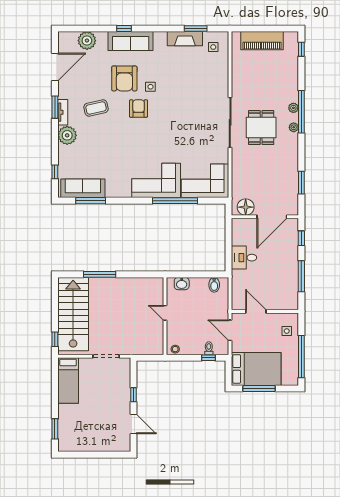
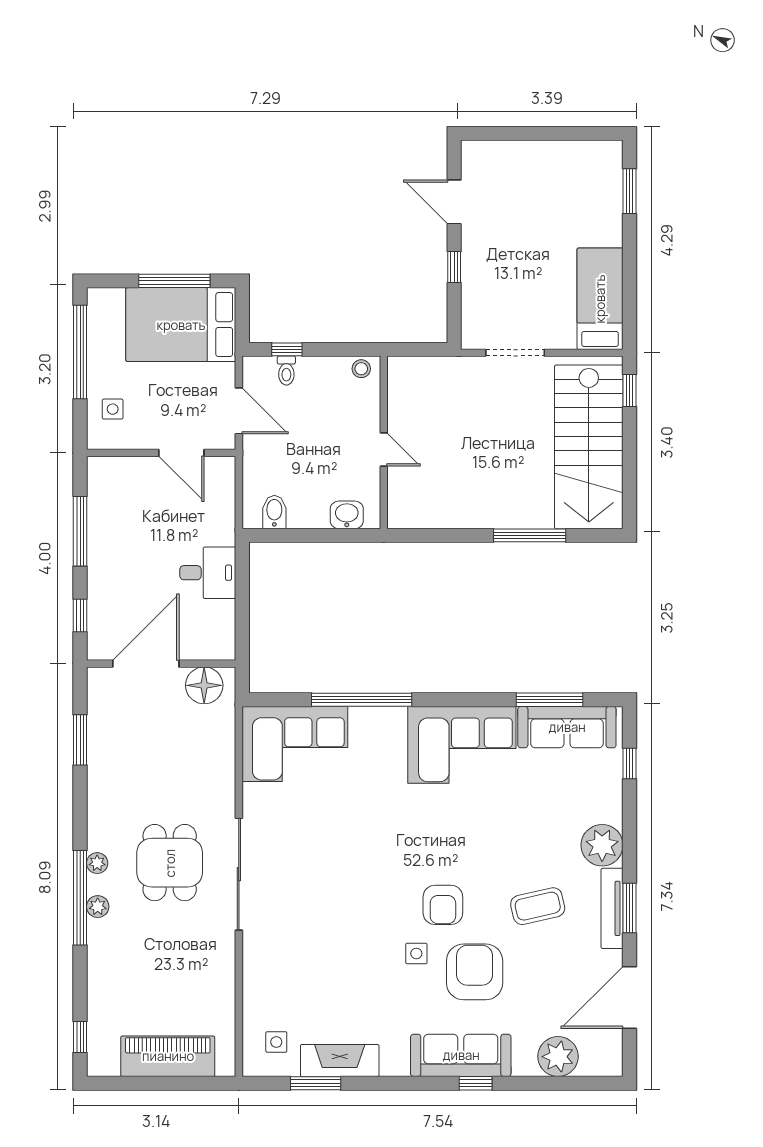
tv unit: (63, 112) -> (612, 908), width x1.41
corner sofa: (156, 180) -> (462, 745), moved

